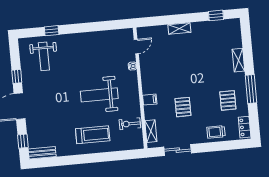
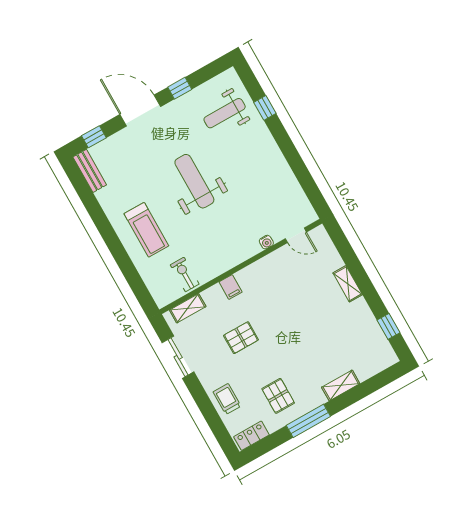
weight bench: (99, 95) -> (194, 181), moved
pallet: (228, 100) -> (278, 396), turned 90

